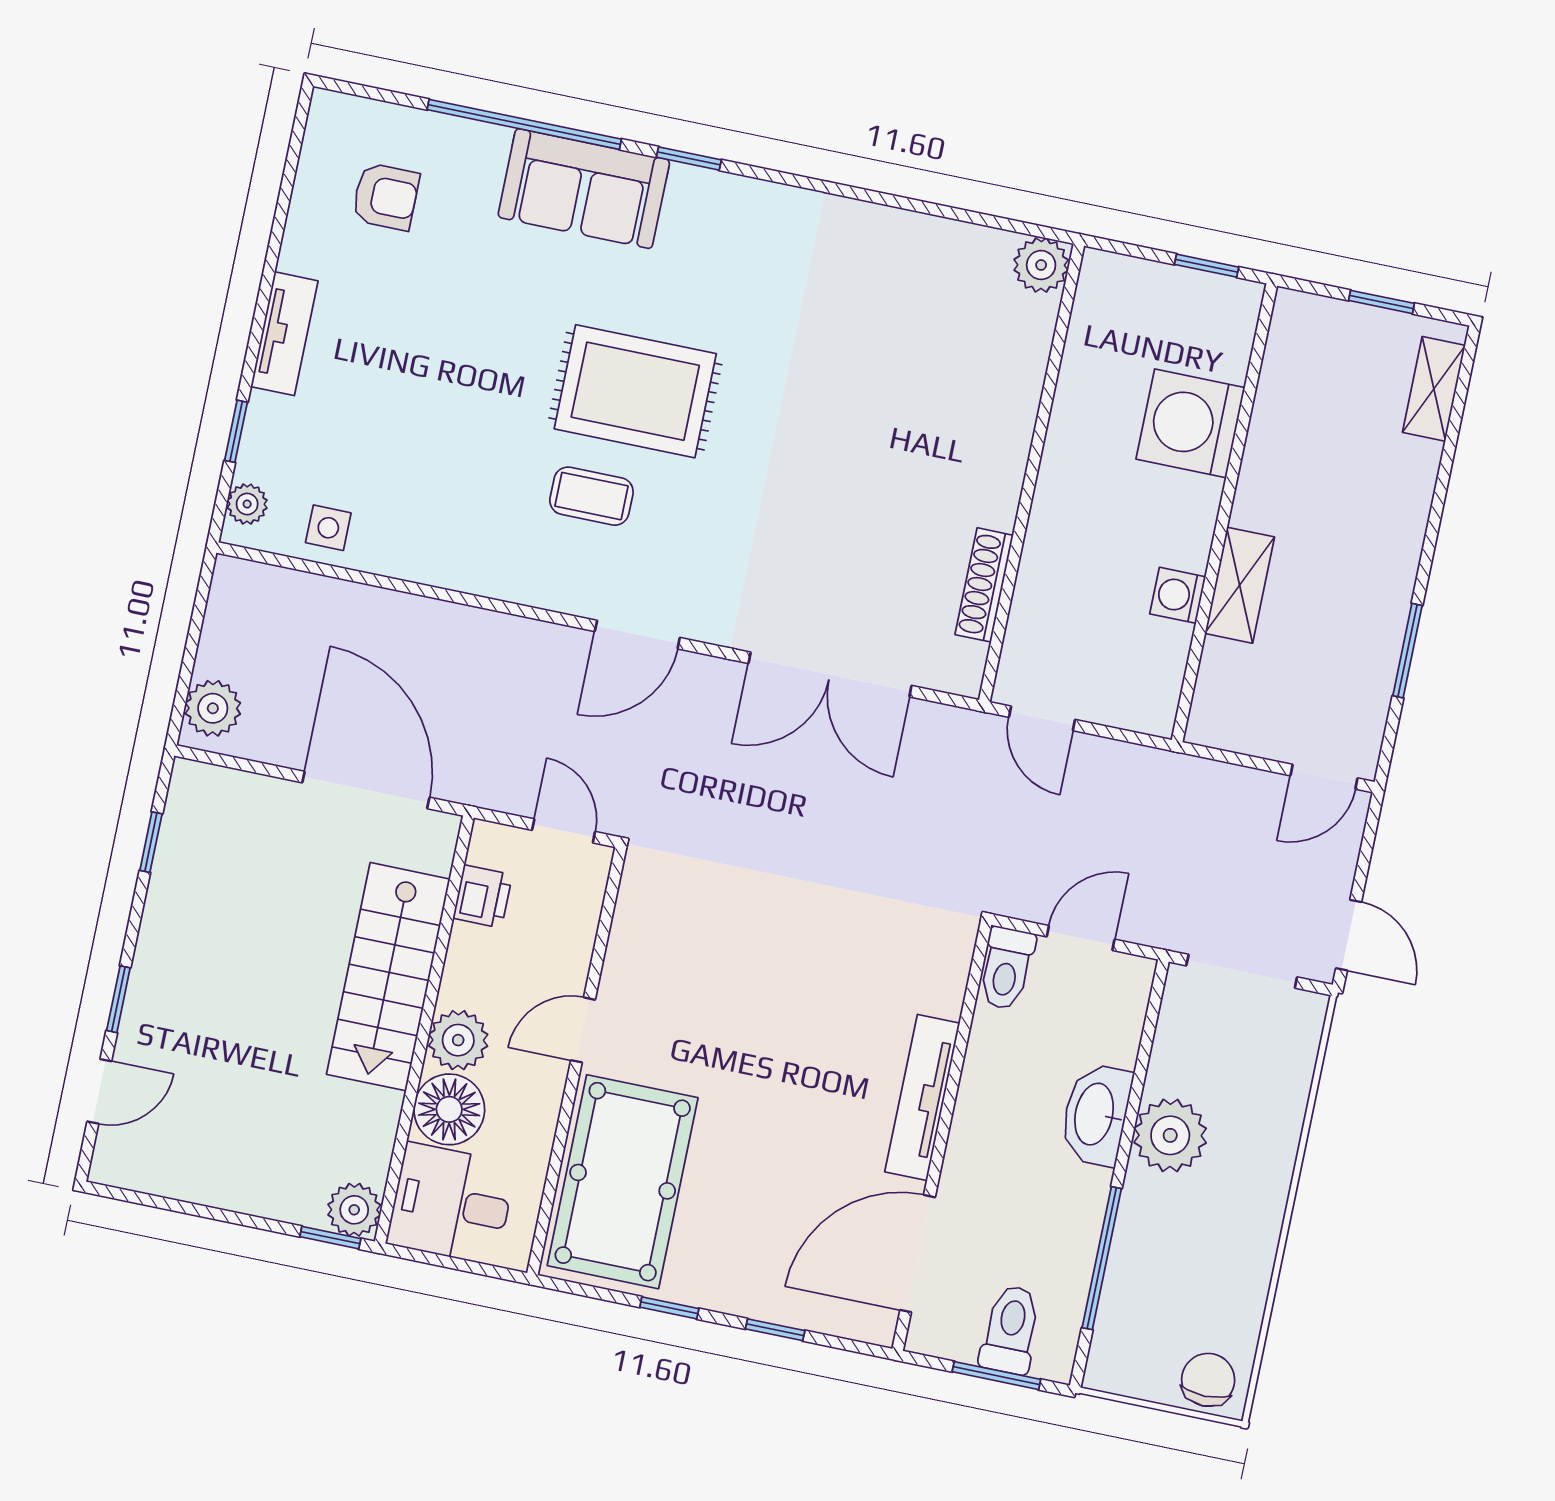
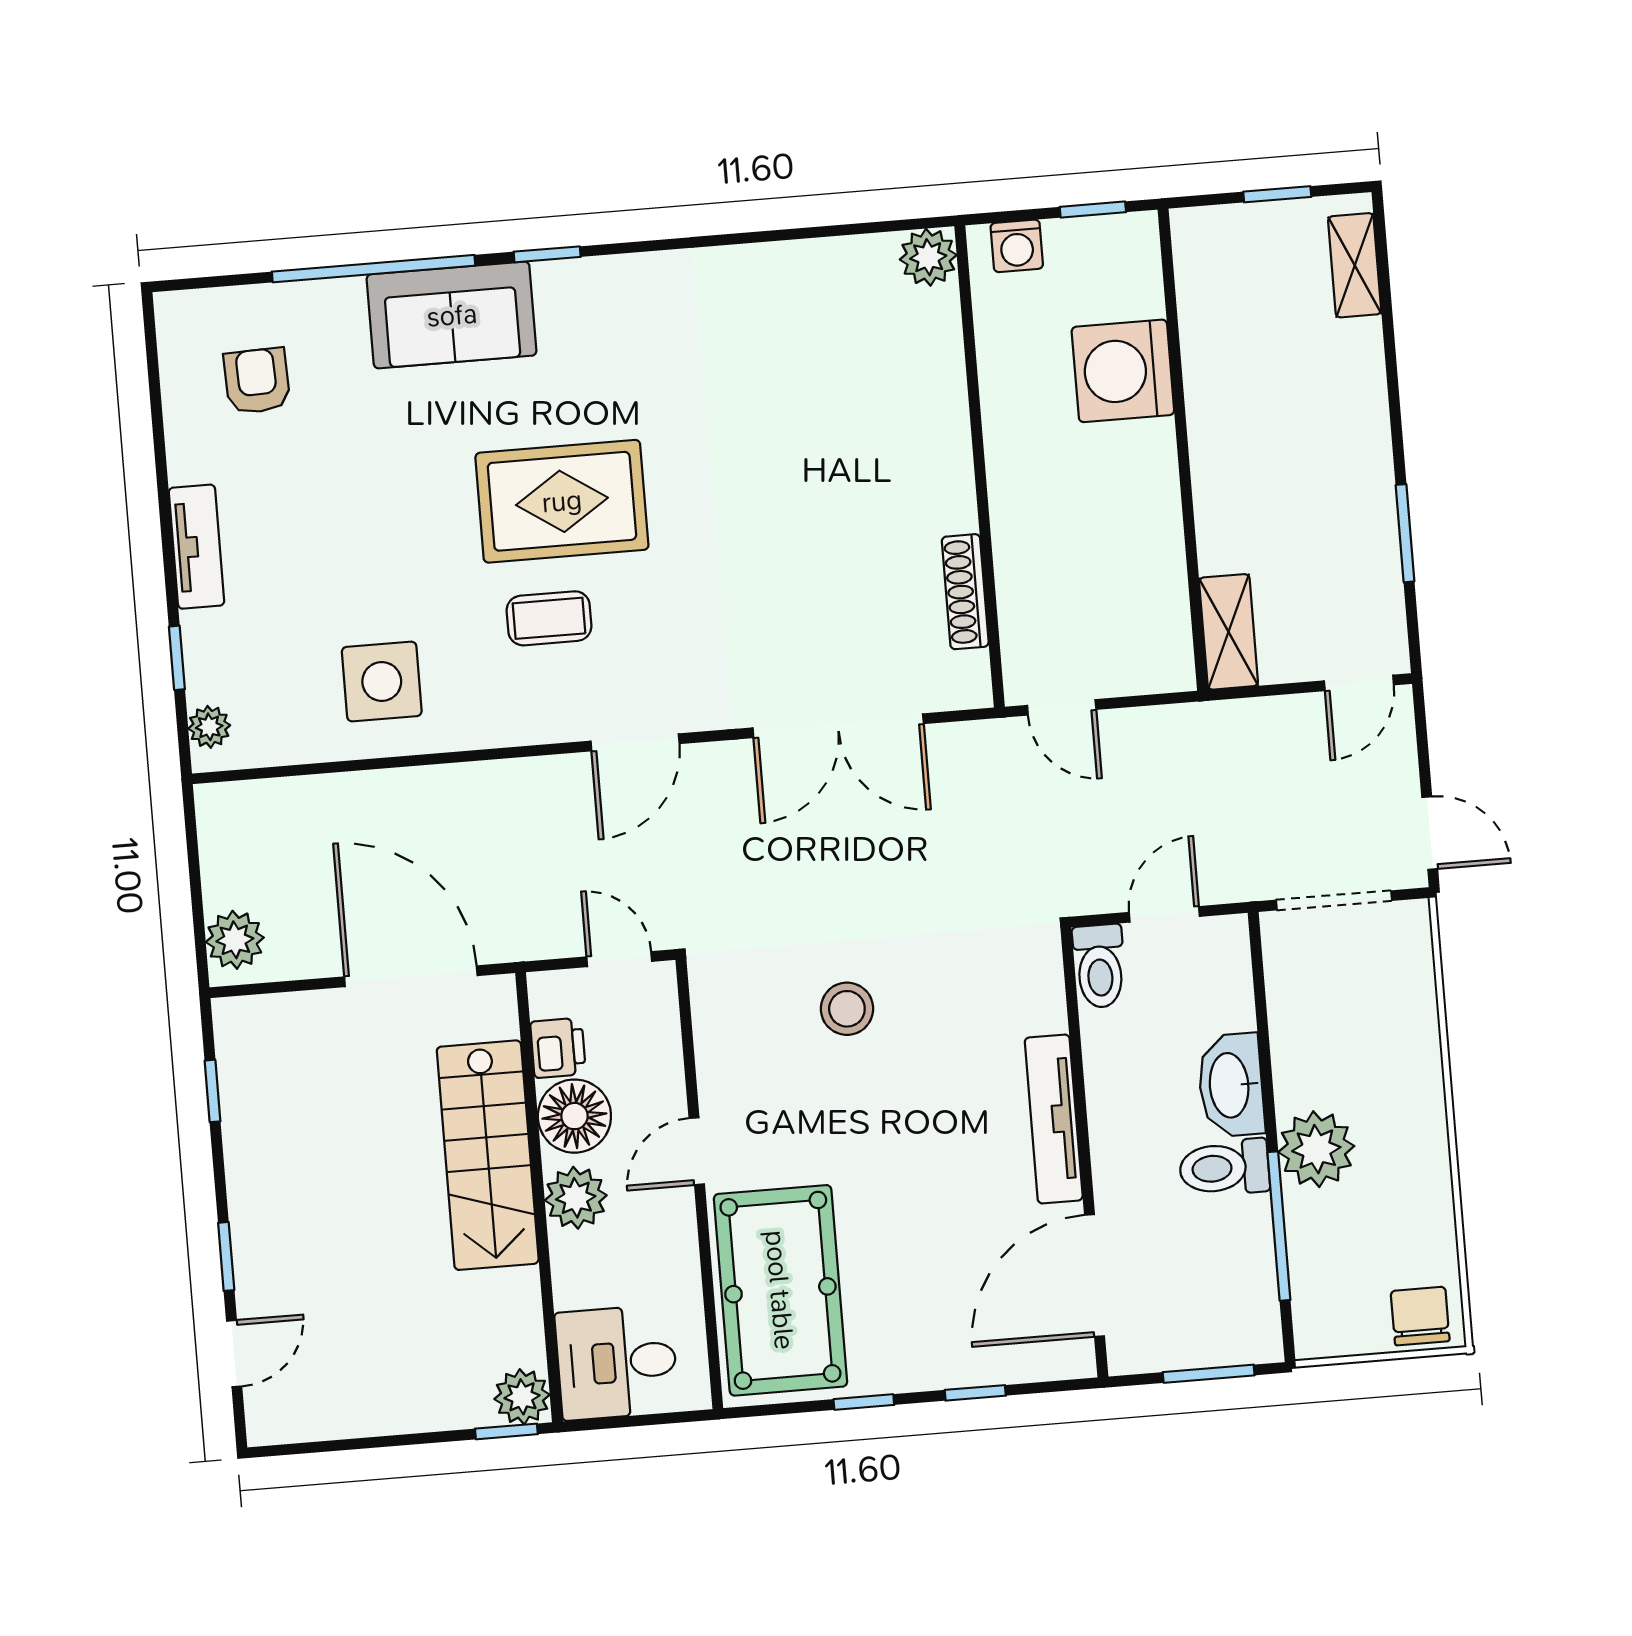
armchair: (386, 197) -> (257, 381), turned -92
side table: (328, 528) -> (382, 682), moved, width x1.87, depth x1.87
shelving: (1240, 585) -> (1229, 632), moved
washing machine: (1178, 595) -> (1017, 246), moved, turned -90
stool: (761, 939) -> (847, 1009), added
floor lamp: (449, 1109) -> (574, 1116), moved
plant: (1170, 1135) -> (1316, 1149), moved
toilet: (1011, 1330) -> (1224, 1168), moved, turned -90

